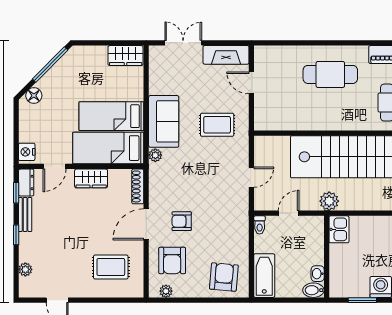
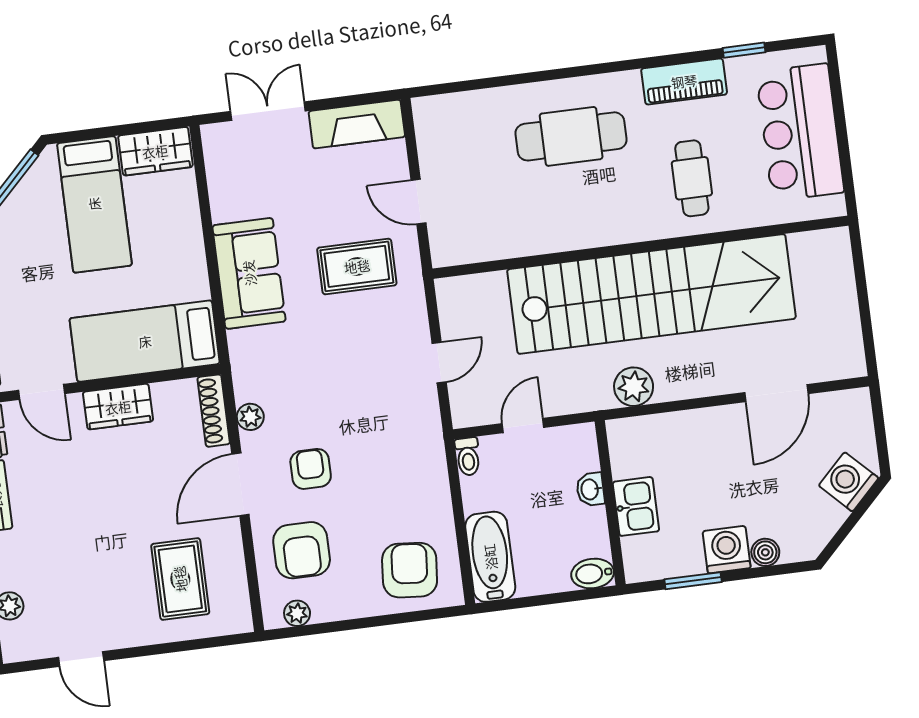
door: (251, 83) -> (419, 202), moved
bed: (111, 116) -> (94, 204), moved, turned -90
plant: (155, 155) -> (250, 417), moved
door: (54, 166) -> (42, 392), hinge flipped
plant: (329, 201) -> (634, 387), moved
armchair: (182, 221) -> (311, 469), turned 90
kitchen sink: (339, 229) -> (636, 506), moved
rug: (111, 267) -> (180, 579), turned 90
washbasin: (318, 274) -> (590, 489), moved

